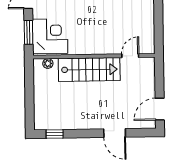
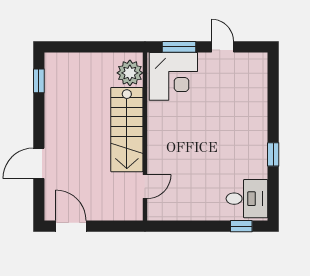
door: (130, 56) -> (145, 186), hinge flipped
plant: (48, 63) -> (130, 73), width x1.88, depth x1.88

